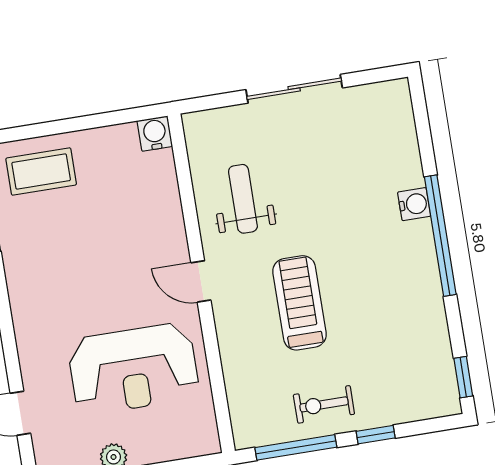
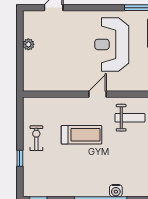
reception desk: (133, 369) -> (112, 44), moved
window: (296, 447) -> (20, 123), removed

